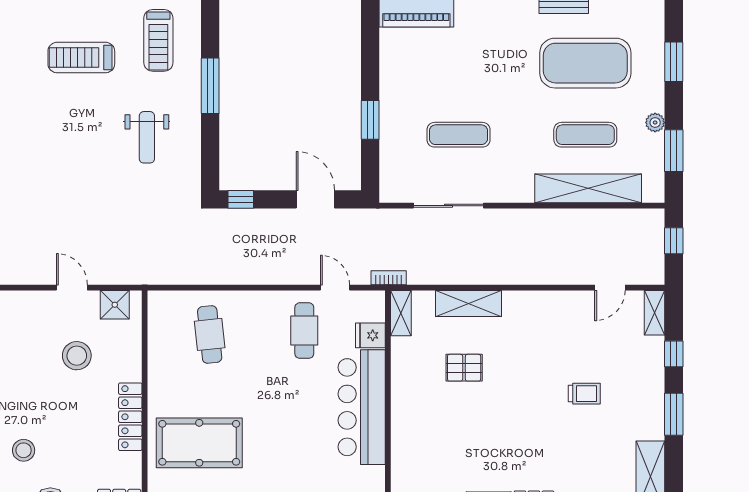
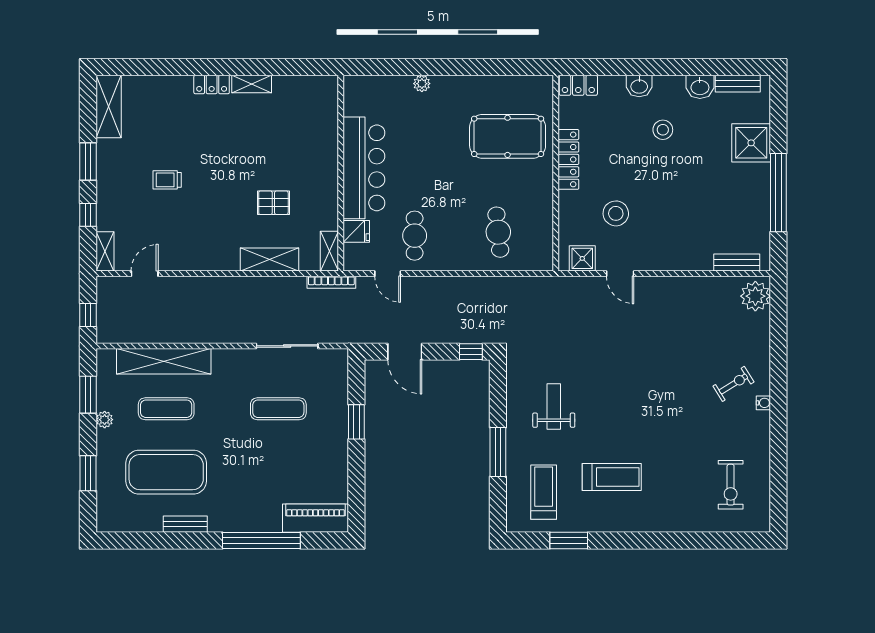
bookcase: (389, 278) -> (331, 282), width x1.56

